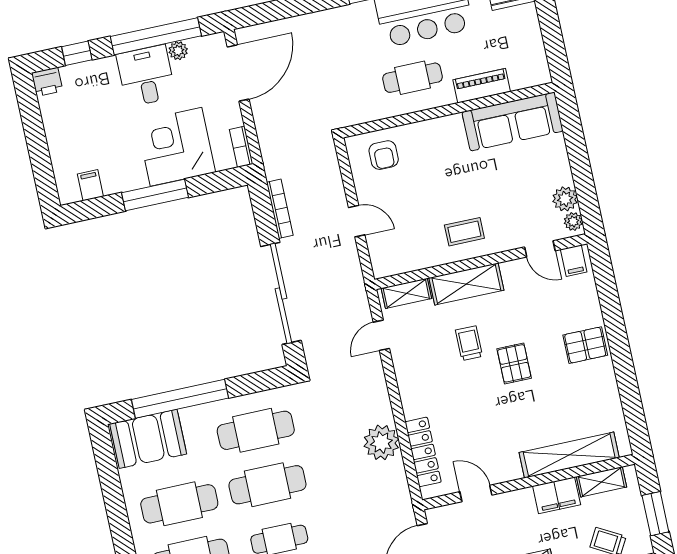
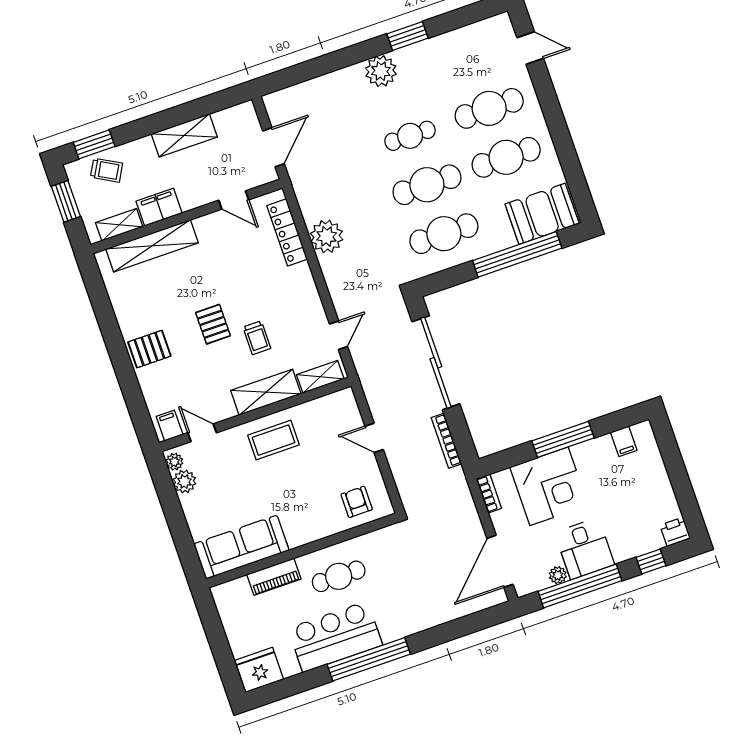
coffee table: (464, 232) -> (273, 440), width x1.36, depth x1.30

